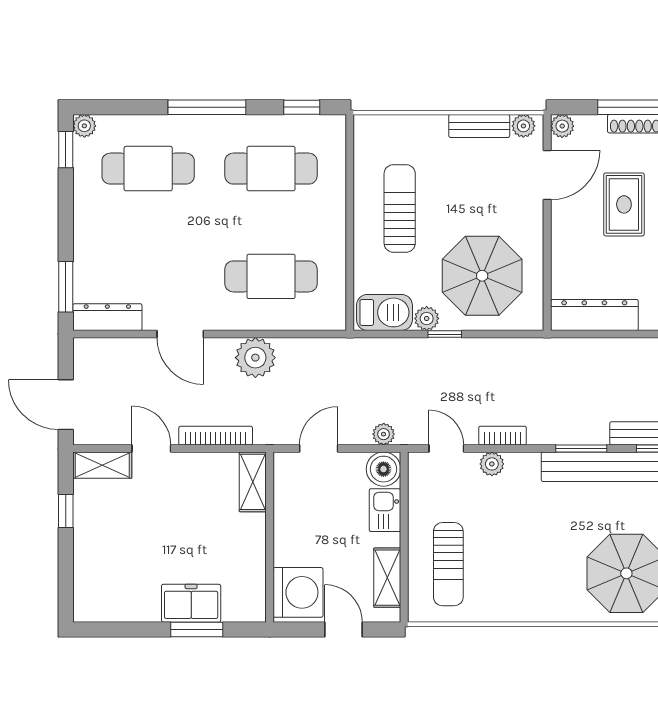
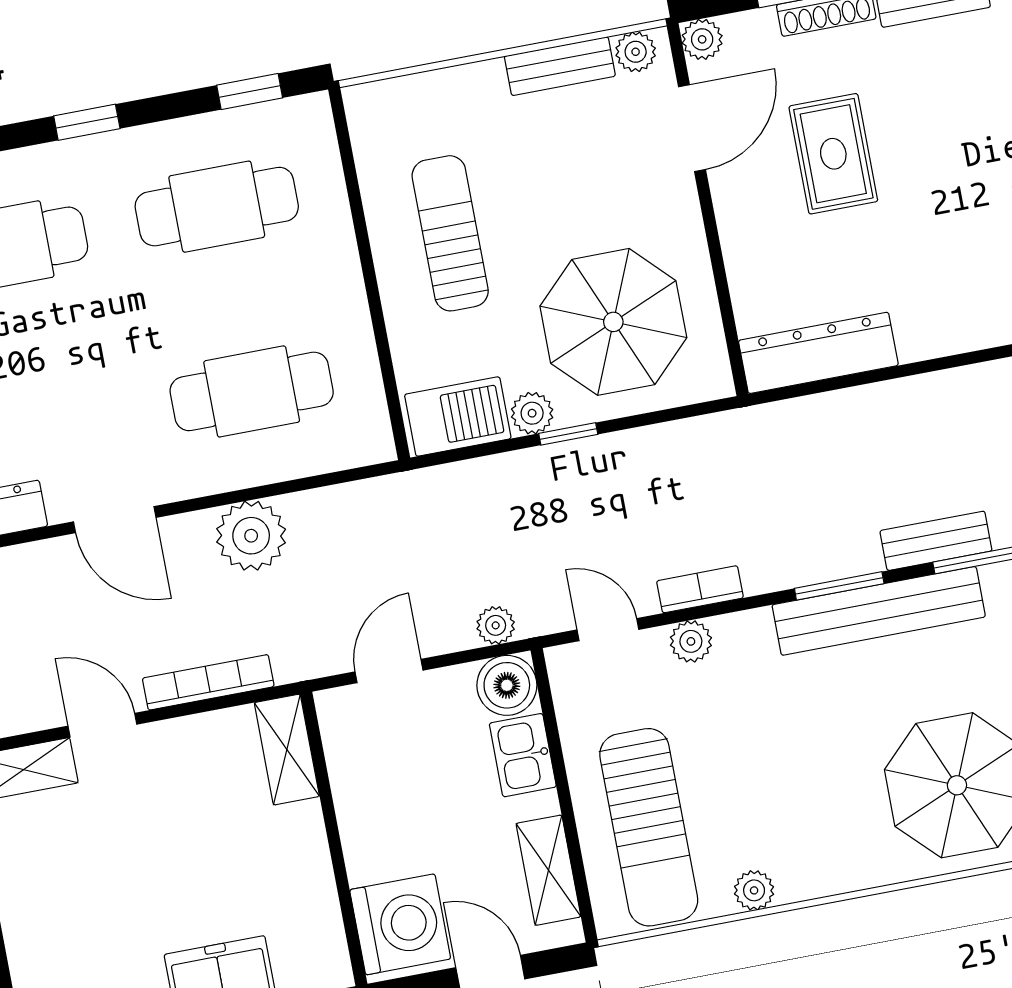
window: (207, 107) -> (87, 122), width x0.46
sun lounger: (448, 564) -> (649, 827), width x1.36, depth x1.34
plant: (501, 611) -> (754, 890), added

